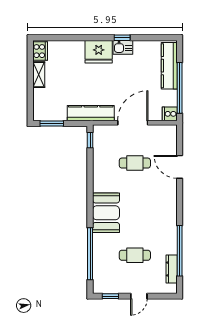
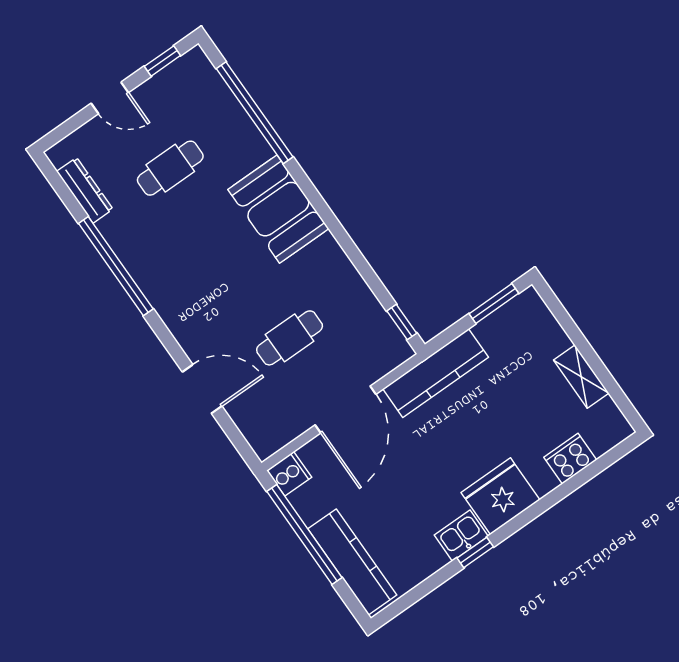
cooker: (40, 51) -> (570, 459), moved, turned 90
window: (180, 251) -> (116, 266), moved
door: (139, 296) -> (110, 98), swing flipped

